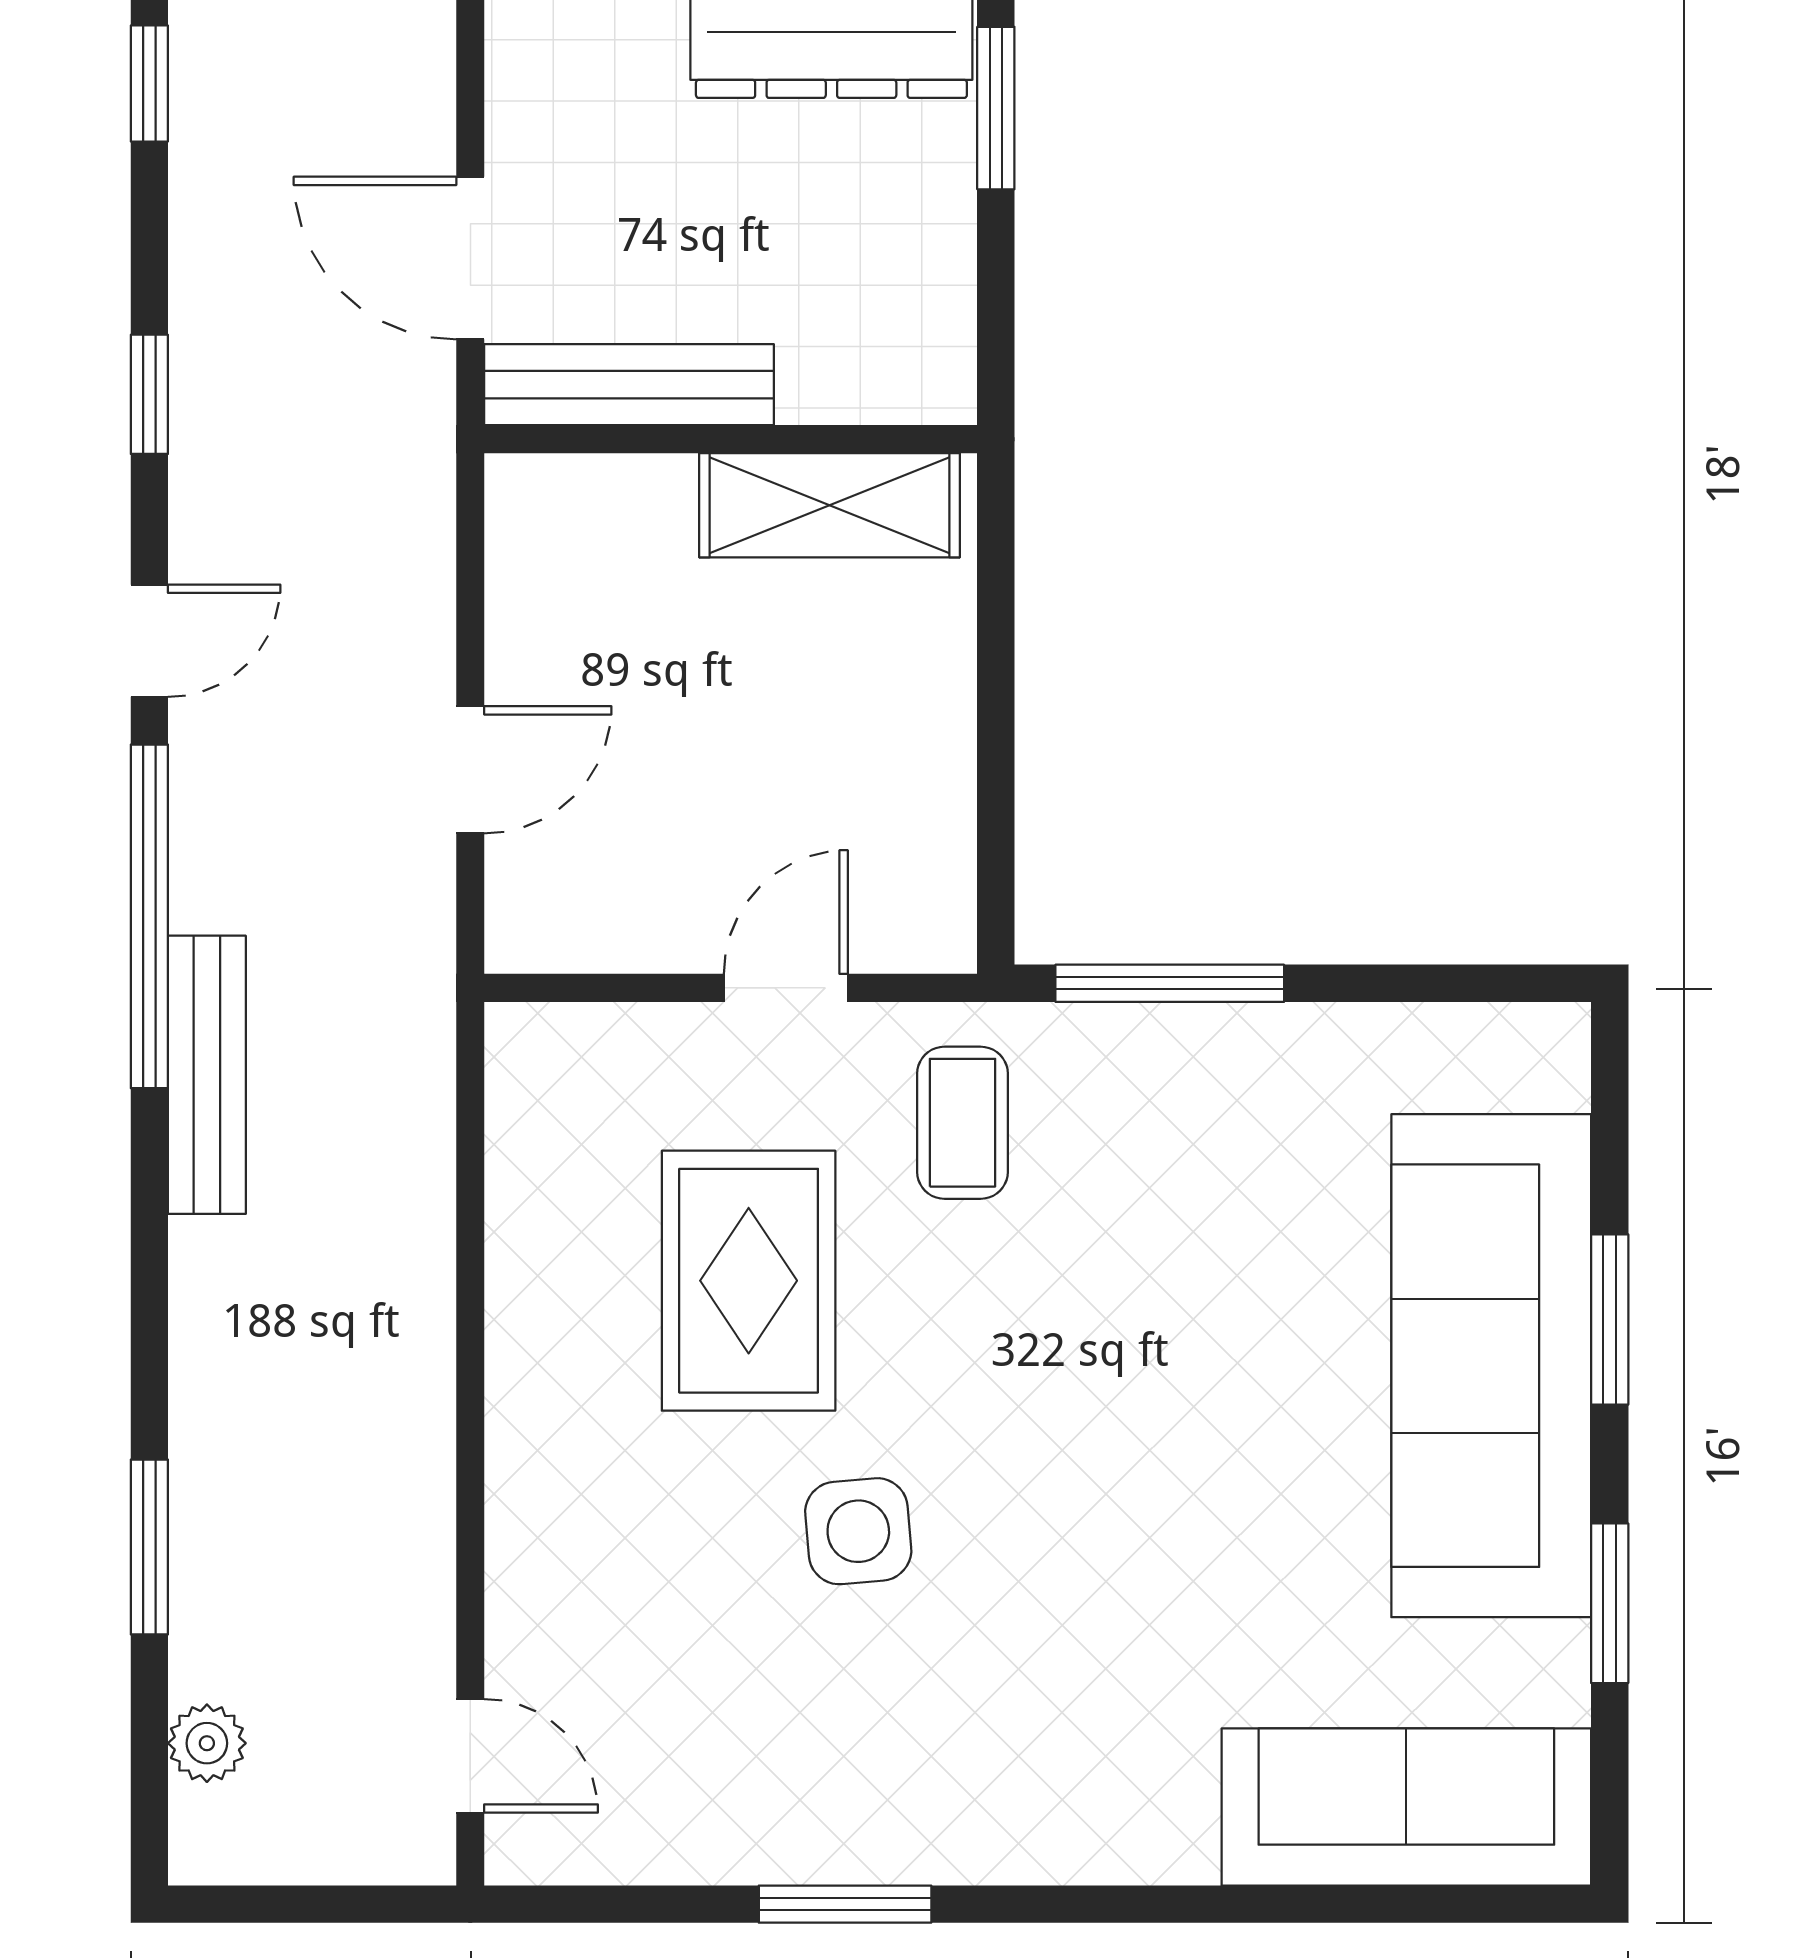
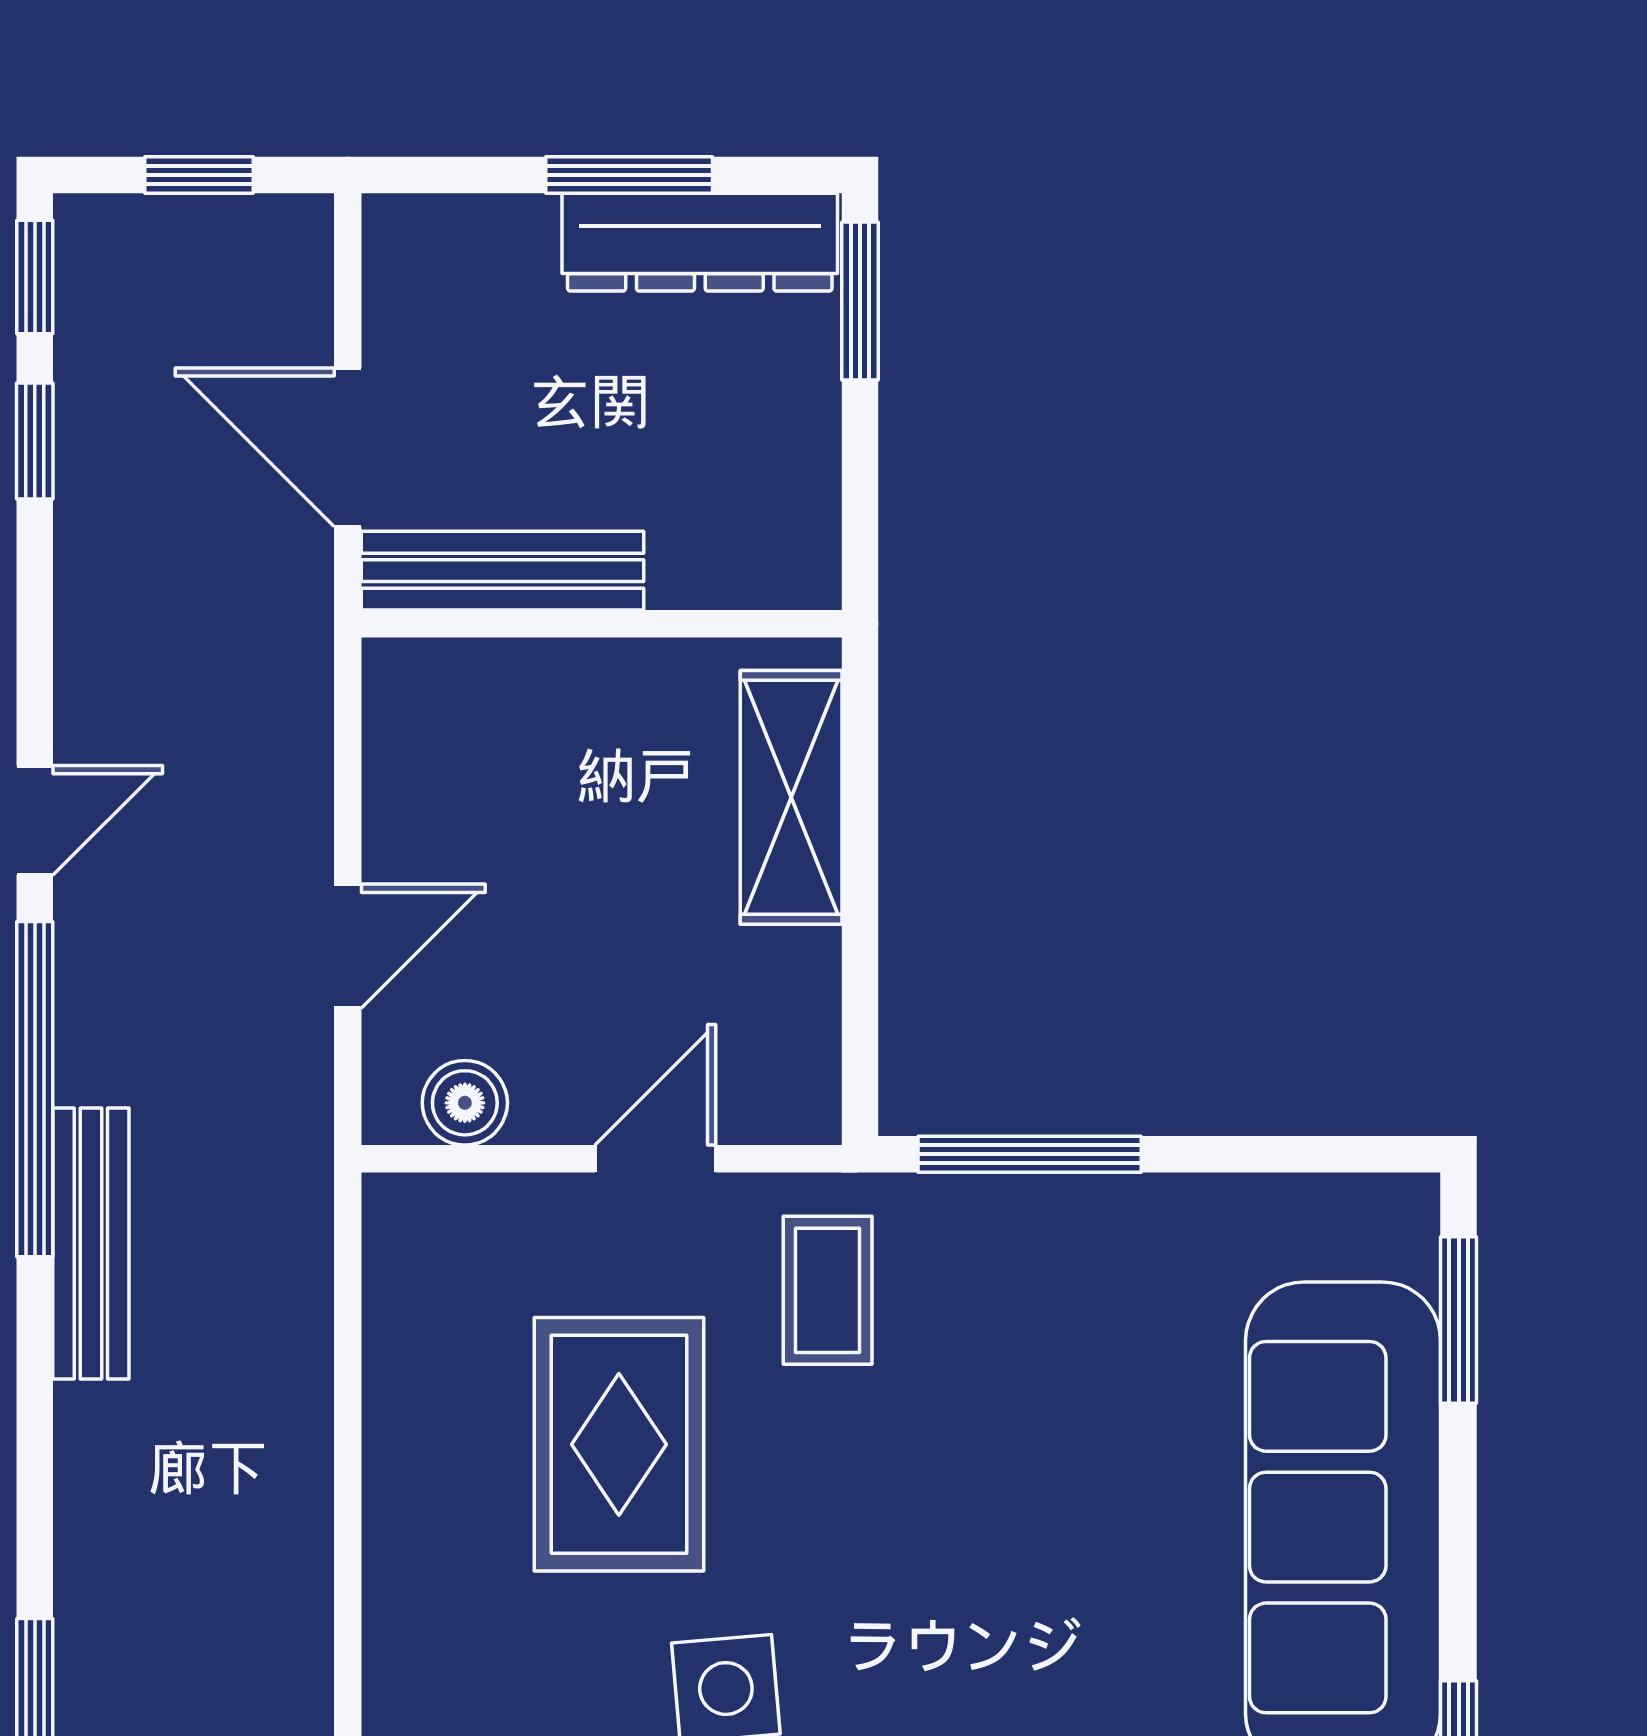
window: (149, 394) -> (35, 441), moved
shelving: (829, 505) -> (791, 797), moved, turned 90
boiler: (590, 930) -> (465, 1103), added
window: (1610, 1319) -> (1459, 1320), moved

